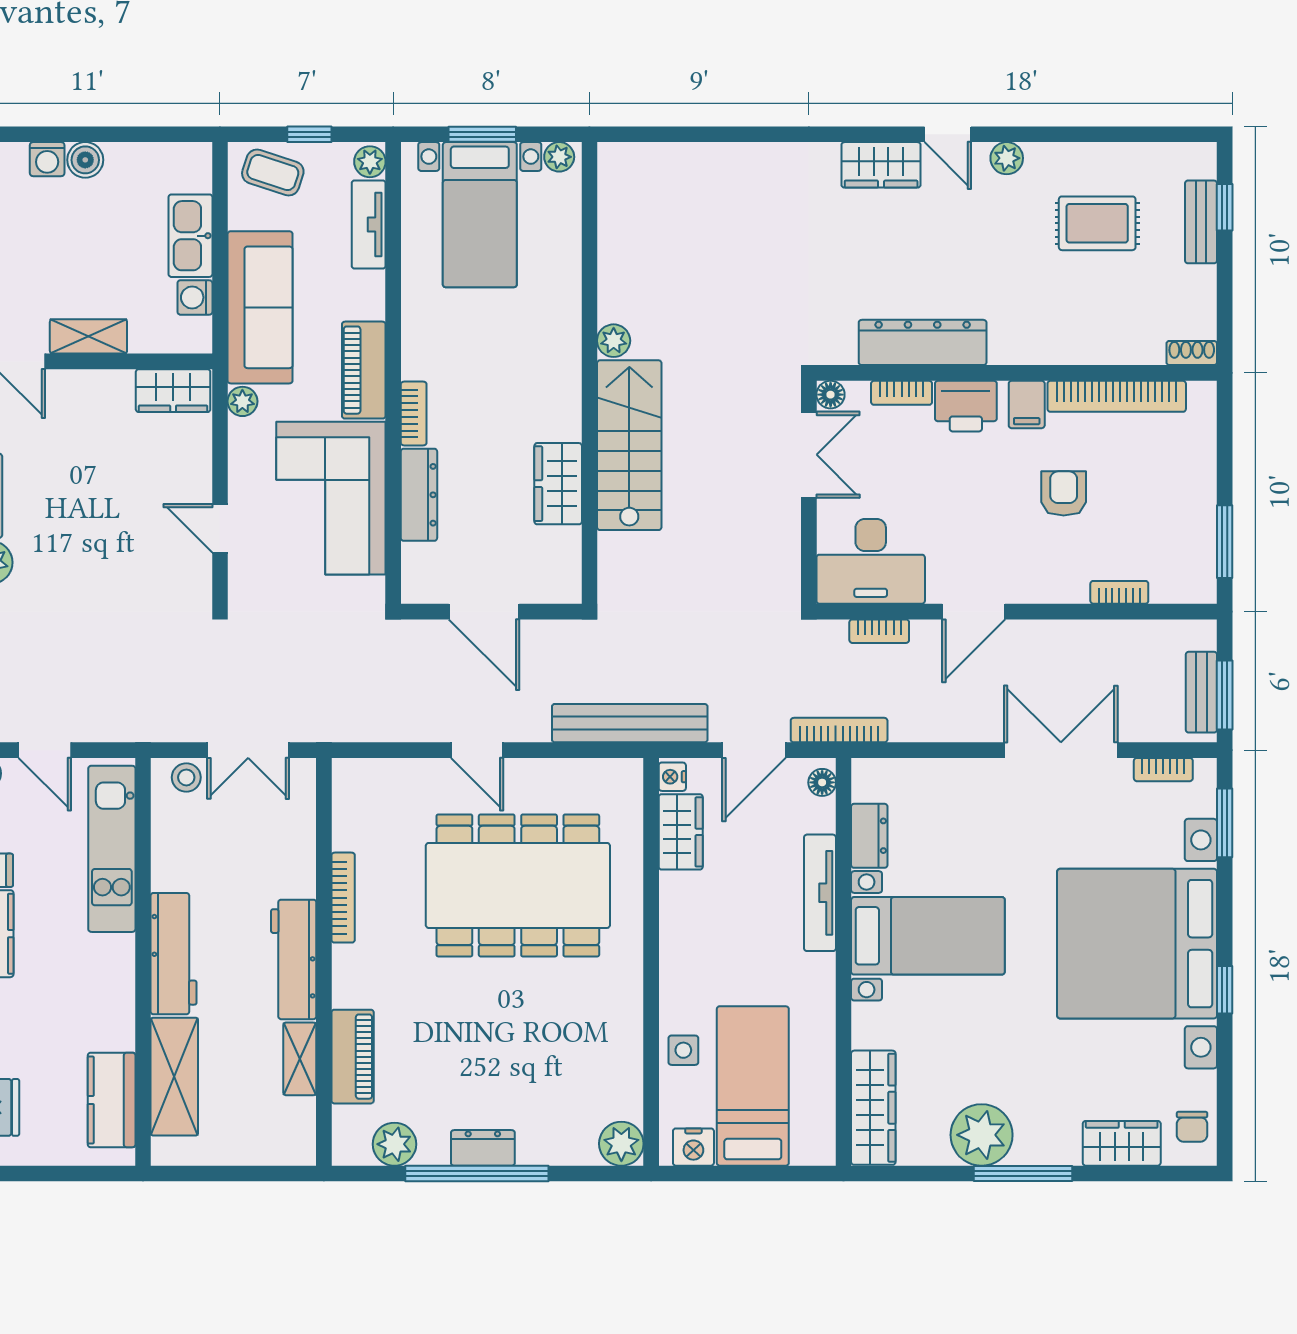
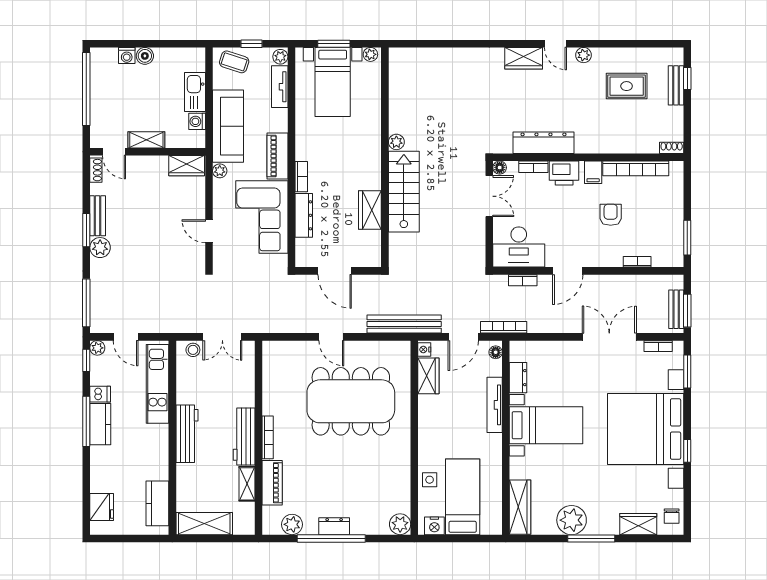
bookcase: (343, 898) -> (268, 437), moved
shelving: (174, 1077) -> (204, 524), moved, turned 90

